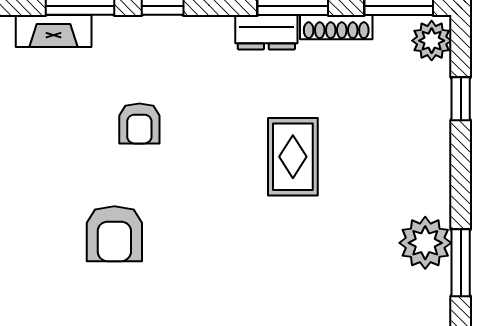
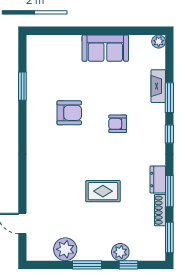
plant: (432, 41) -> (120, 252), moved
armchair: (114, 234) -> (69, 113), turned 180
window: (461, 263) -> (87, 265), moved

